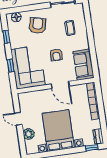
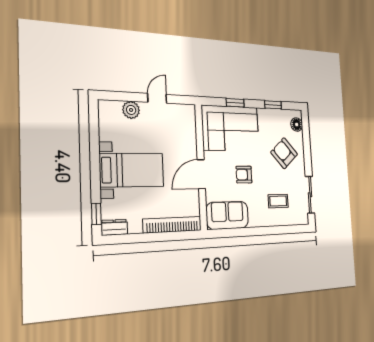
armchair: (38, 26) -> (284, 153), turned -146
bed with nightstands: (58, 131) -> (132, 170), width x0.73

